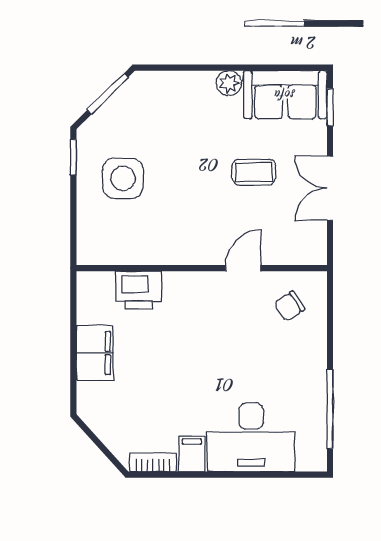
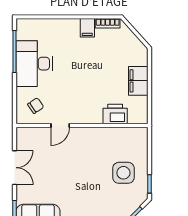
coffee table: (254, 172) -> (55, 176), removed
desk: (251, 437) -> (34, 64), moved, turned -90

